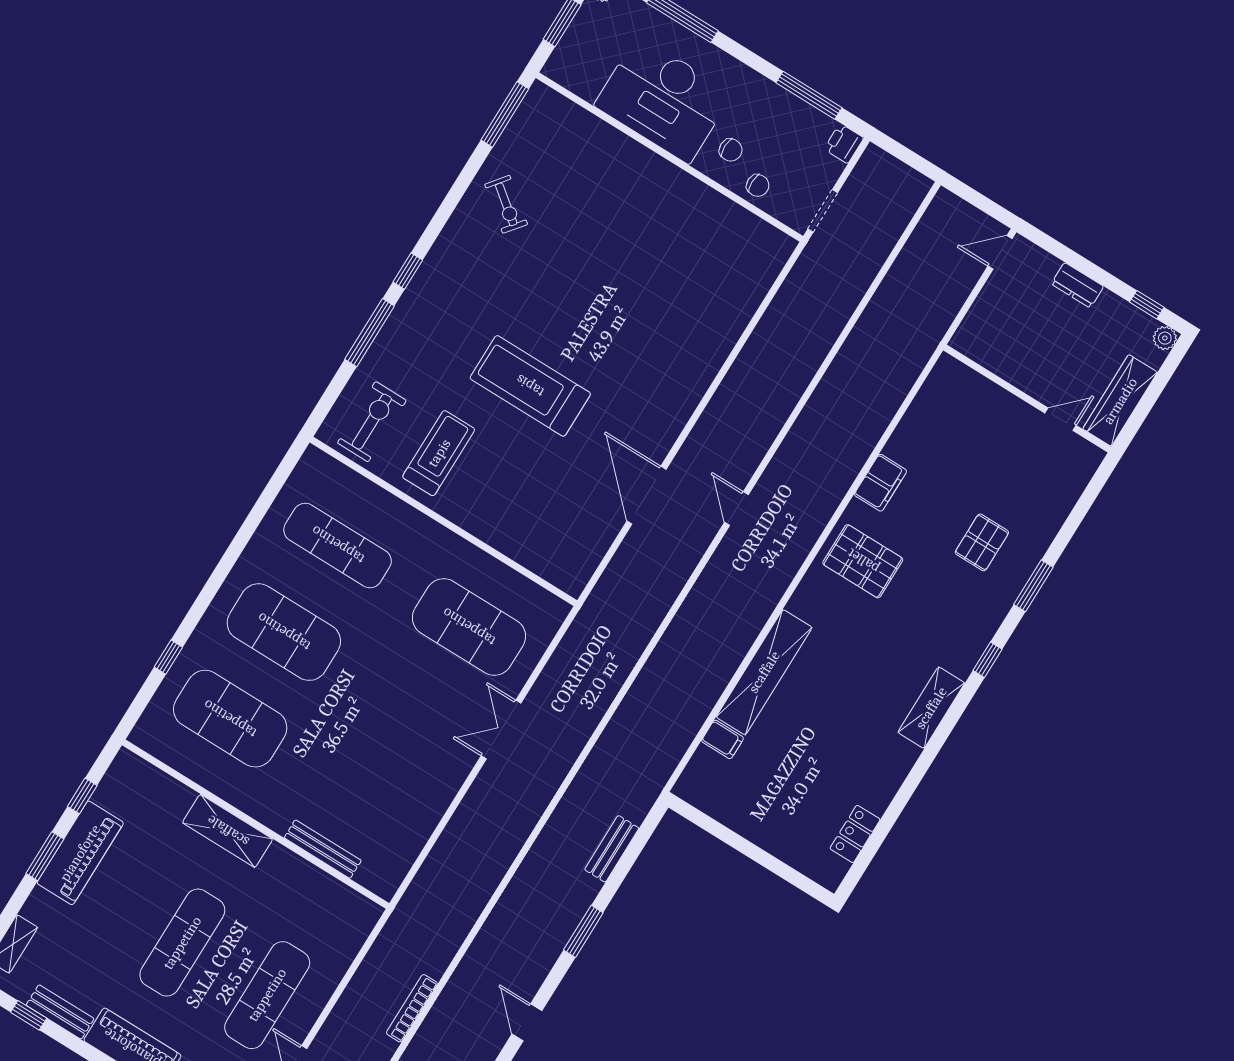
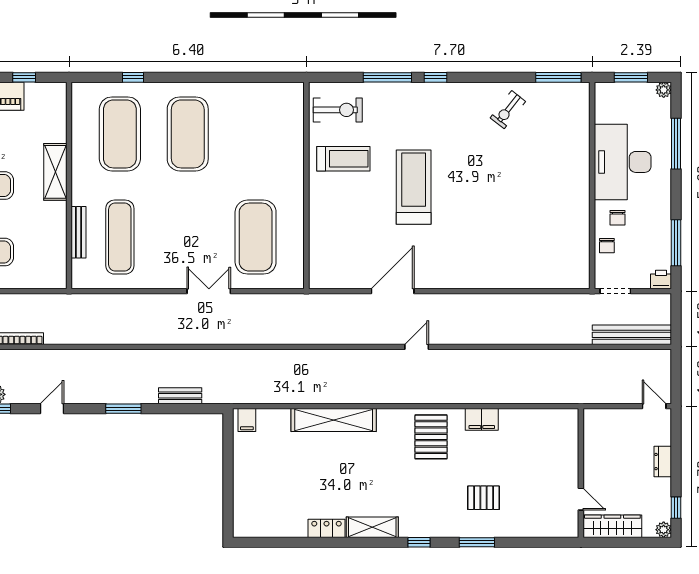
bench: (891, 224) -> (632, 335), added
exercise mat: (338, 545) -> (120, 237), moved
filing cabinet: (723, 739) -> (247, 420), moved
locker: (855, 834) -> (327, 528), moved

